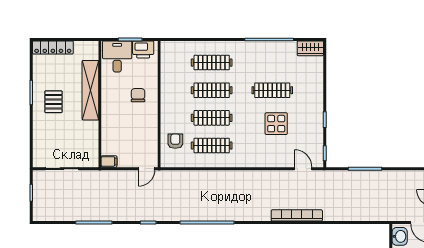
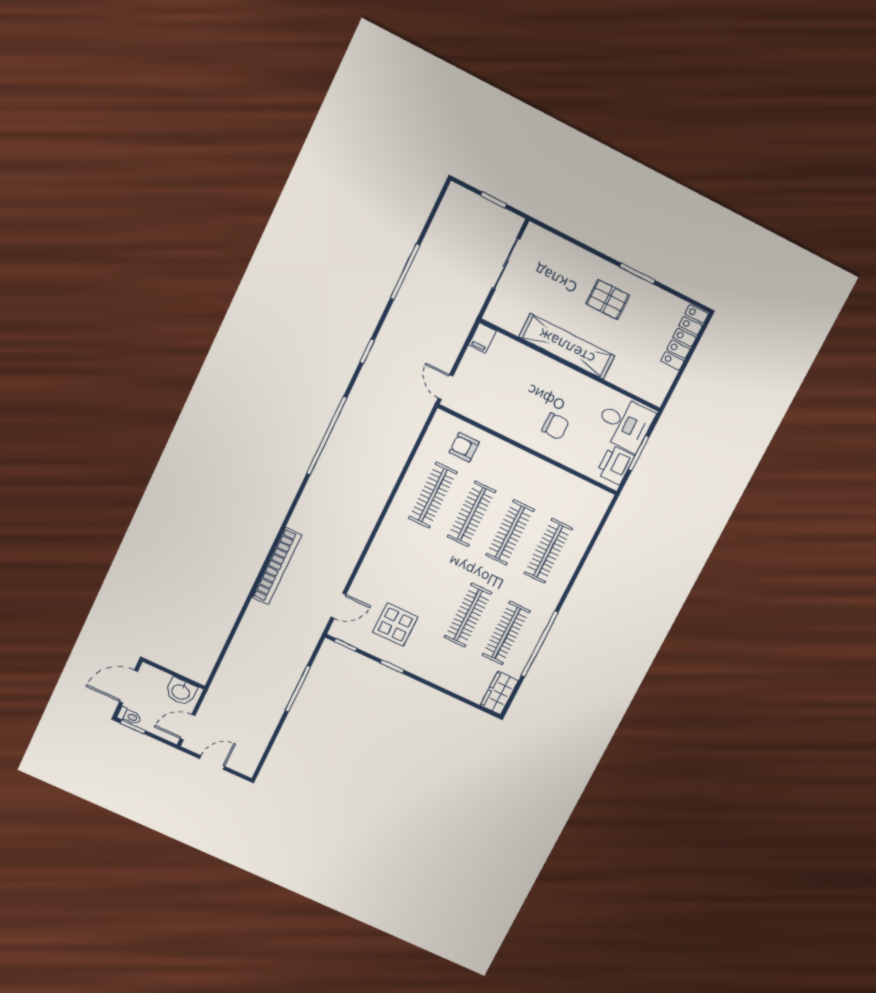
clothes rail: (272, 63) -> (506, 633), added
shelving: (90, 90) -> (567, 346), moved
display table: (276, 124) -> (395, 624), moved
armchair: (175, 141) -> (464, 447), turned 180

